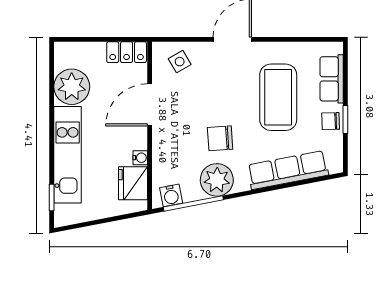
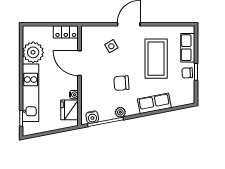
side table: (180, 62) -> (111, 46), moved
door: (150, 105) -> (79, 63), hinge flipped
row of seats: (288, 170) -> (154, 103), width x0.68
plant: (217, 180) -> (120, 112), width x0.53, depth x0.53

